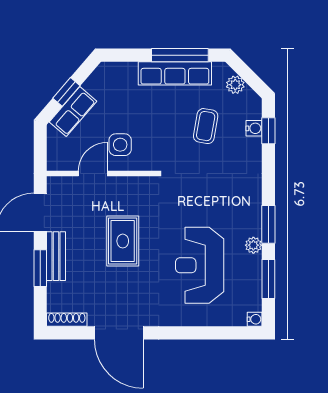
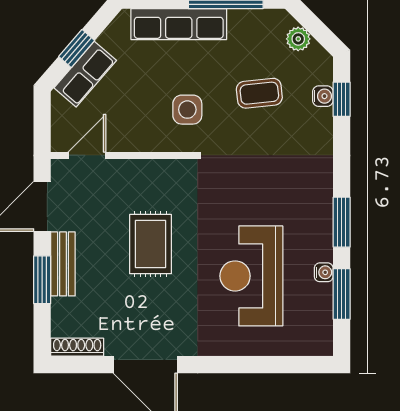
row of seats: (175, 73) -> (179, 24), moved
coffee table: (206, 126) -> (259, 93), turned 74
side table: (120, 145) -> (187, 110), moved
door: (93, 174) -> (87, 155), moved
plant: (253, 245) -> (322, 250), removed
water cooler: (255, 319) -> (324, 272), moved

